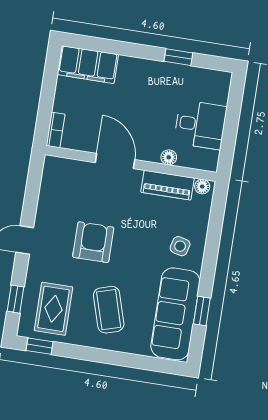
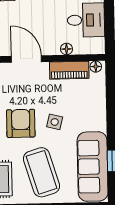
side table: (180, 246) -> (55, 122), moved
coffee table: (109, 310) -> (42, 172), width x1.36, depth x1.32

